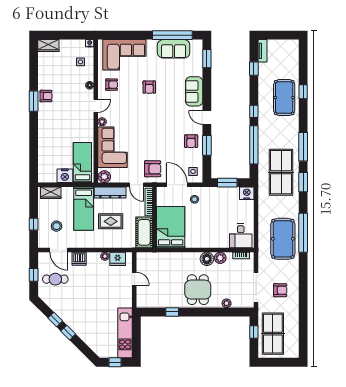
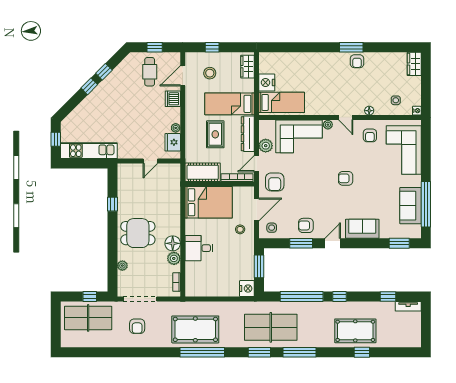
armchair: (149, 87) -> (346, 178), moved
plant: (104, 177) -> (266, 146), moved
desk: (241, 236) -> (199, 248), moved

